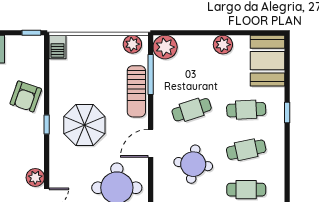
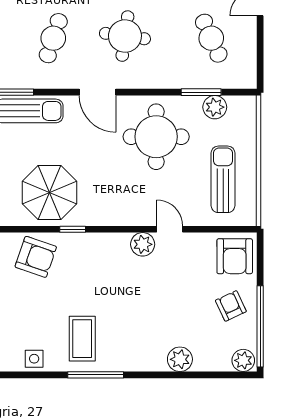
cafe table: (192, 110) -> (53, 38), turned 36
parasol: (84, 125) -> (50, 193), moved

